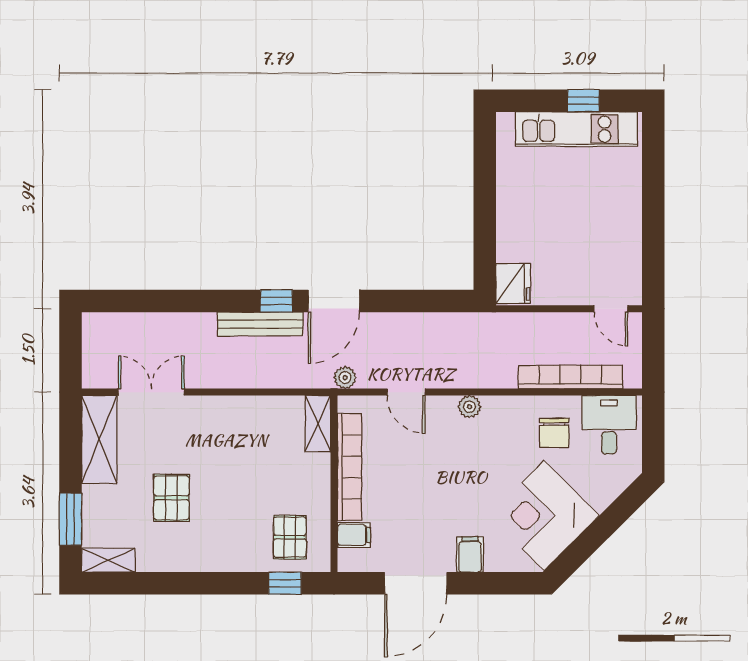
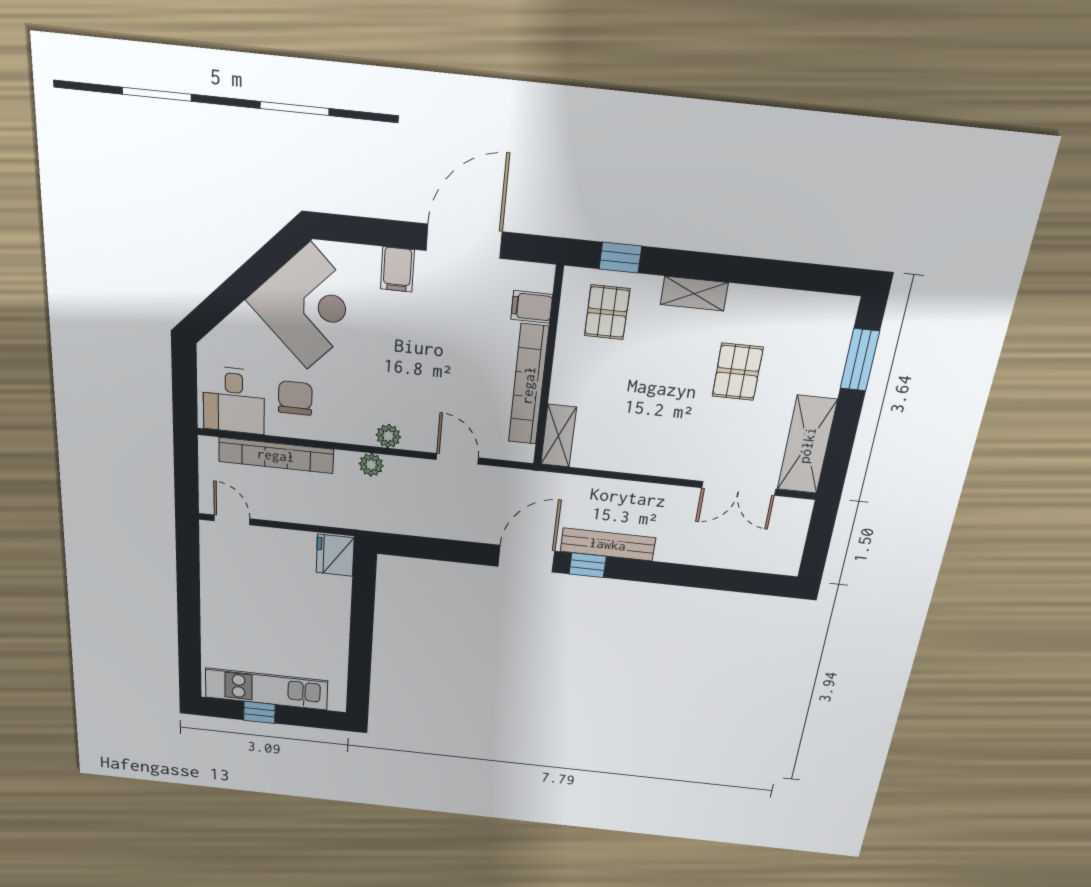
plant: (345, 378) -> (371, 465), moved
shelving: (108, 560) -> (694, 294), moved

